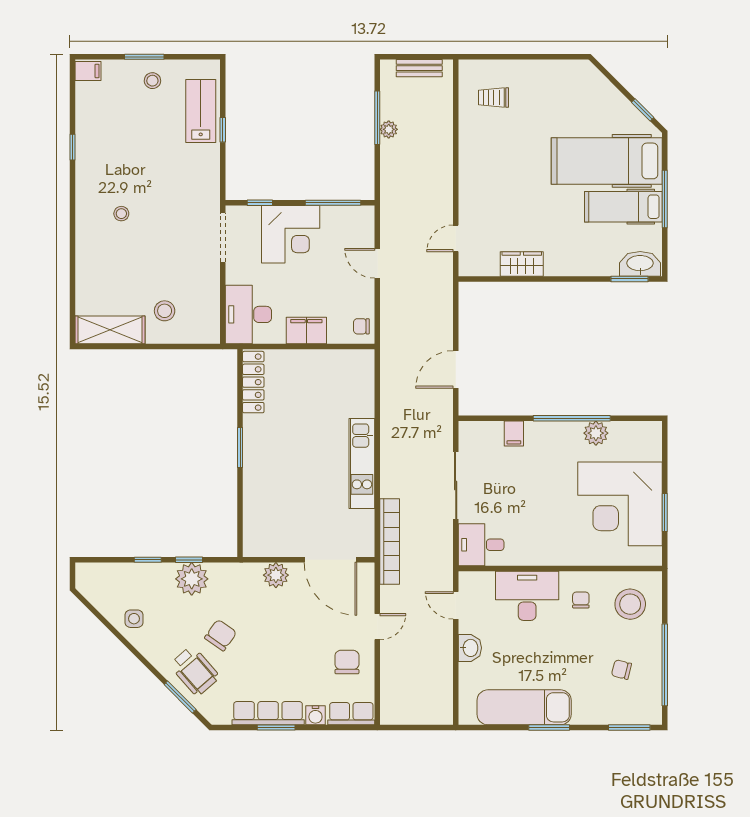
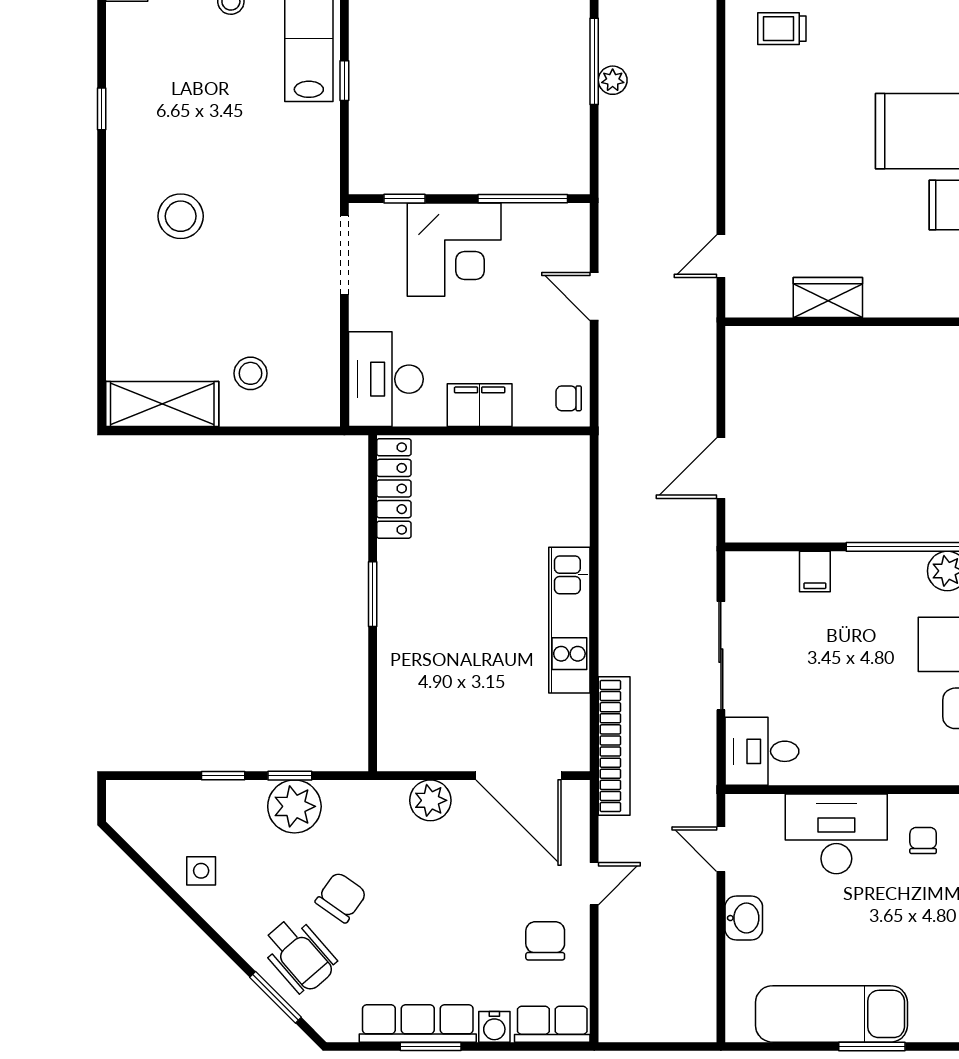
stool: (121, 214) -> (181, 216), width x1.89, depth x1.89

